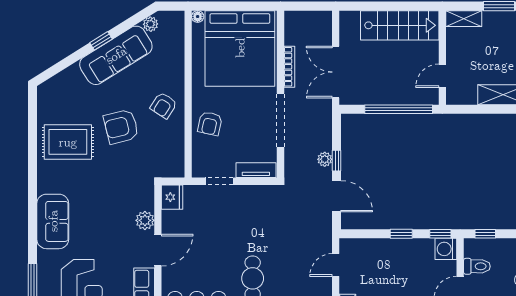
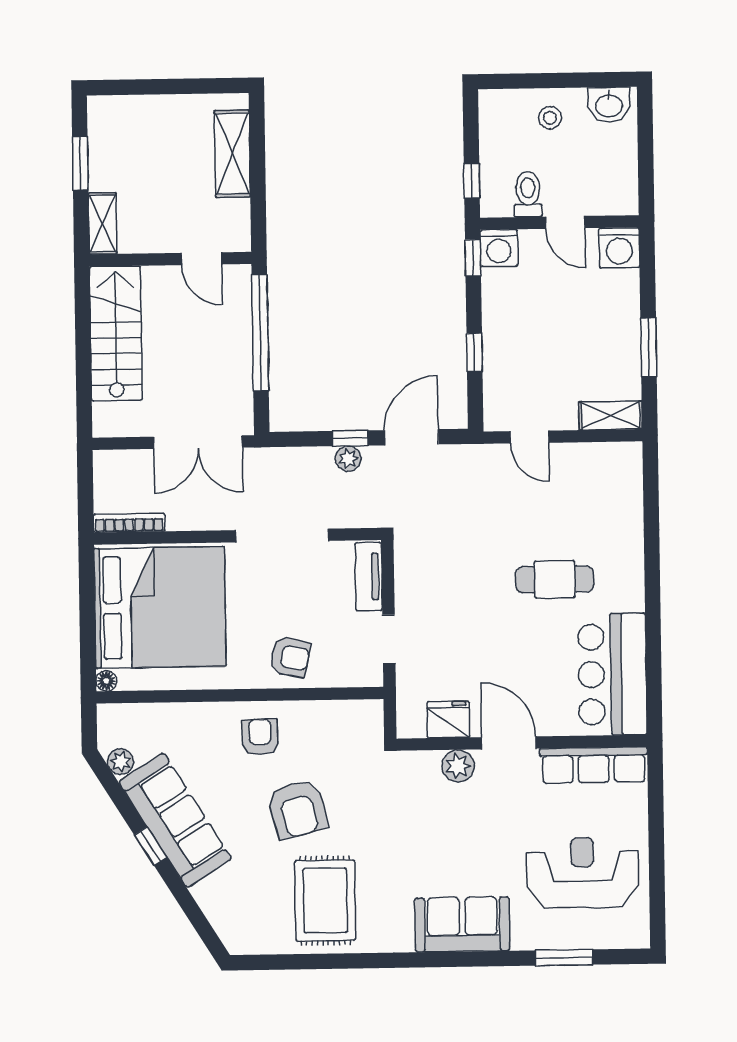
bookcase: (289, 67) -> (129, 523), moved
armchair: (164, 105) -> (260, 737), turned -124
fridge: (172, 197) -> (448, 720), moved
window: (401, 234) -> (474, 353), moved

